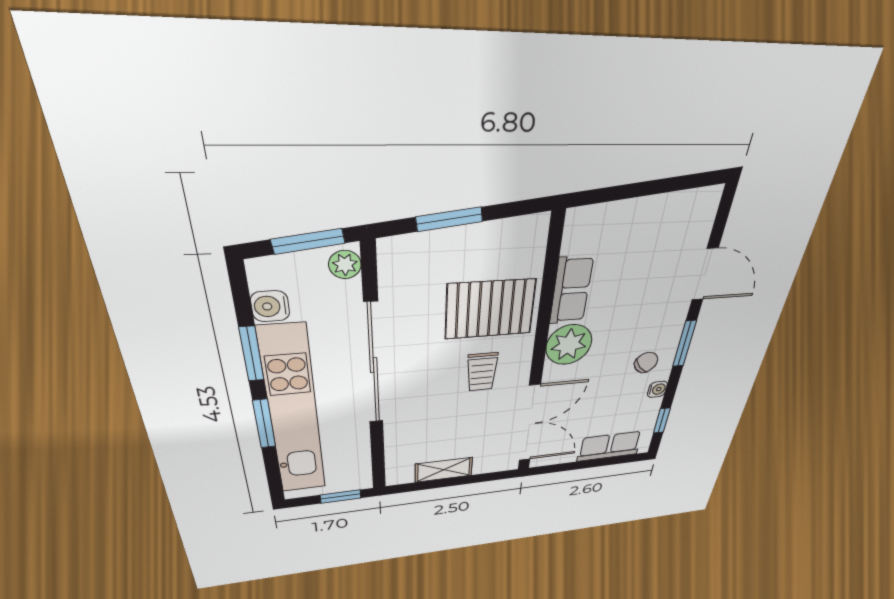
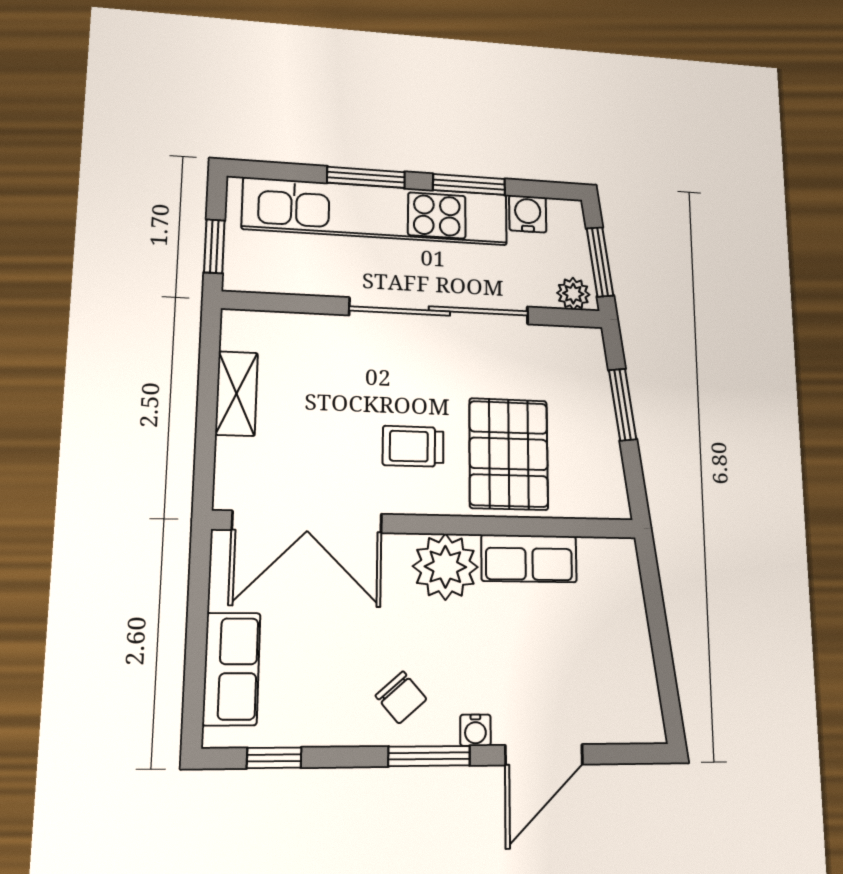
water cooler: (657, 389) -> (475, 730), moved

